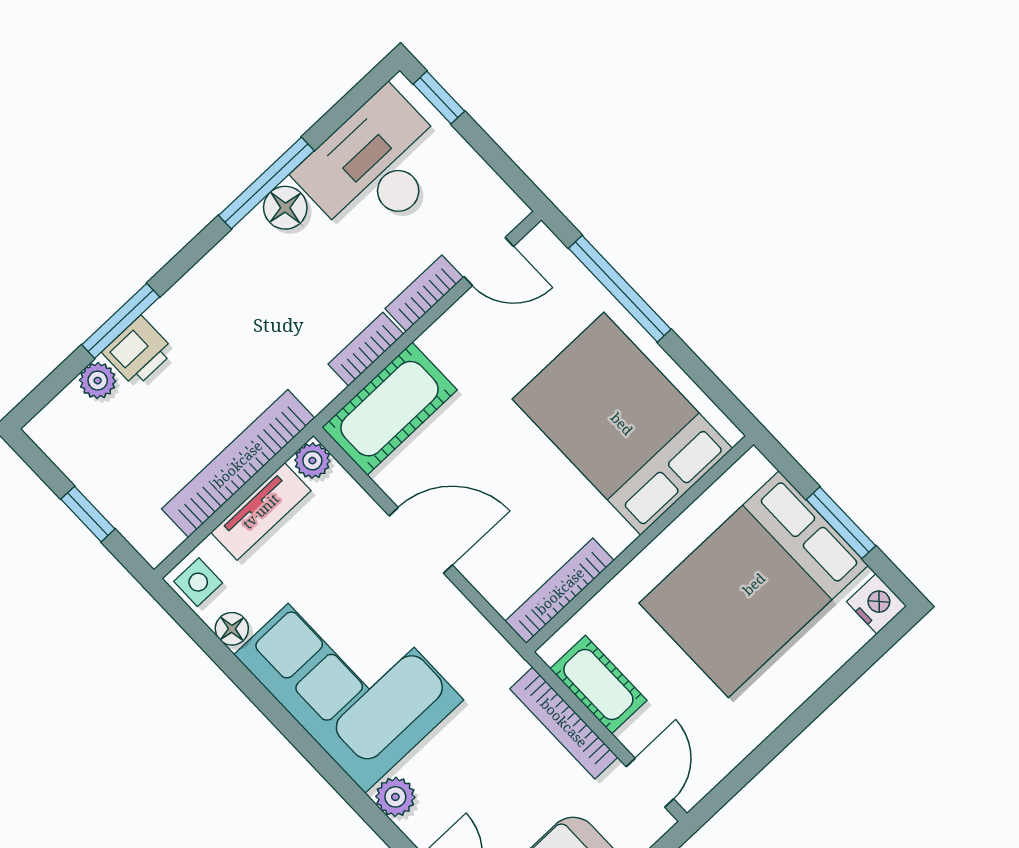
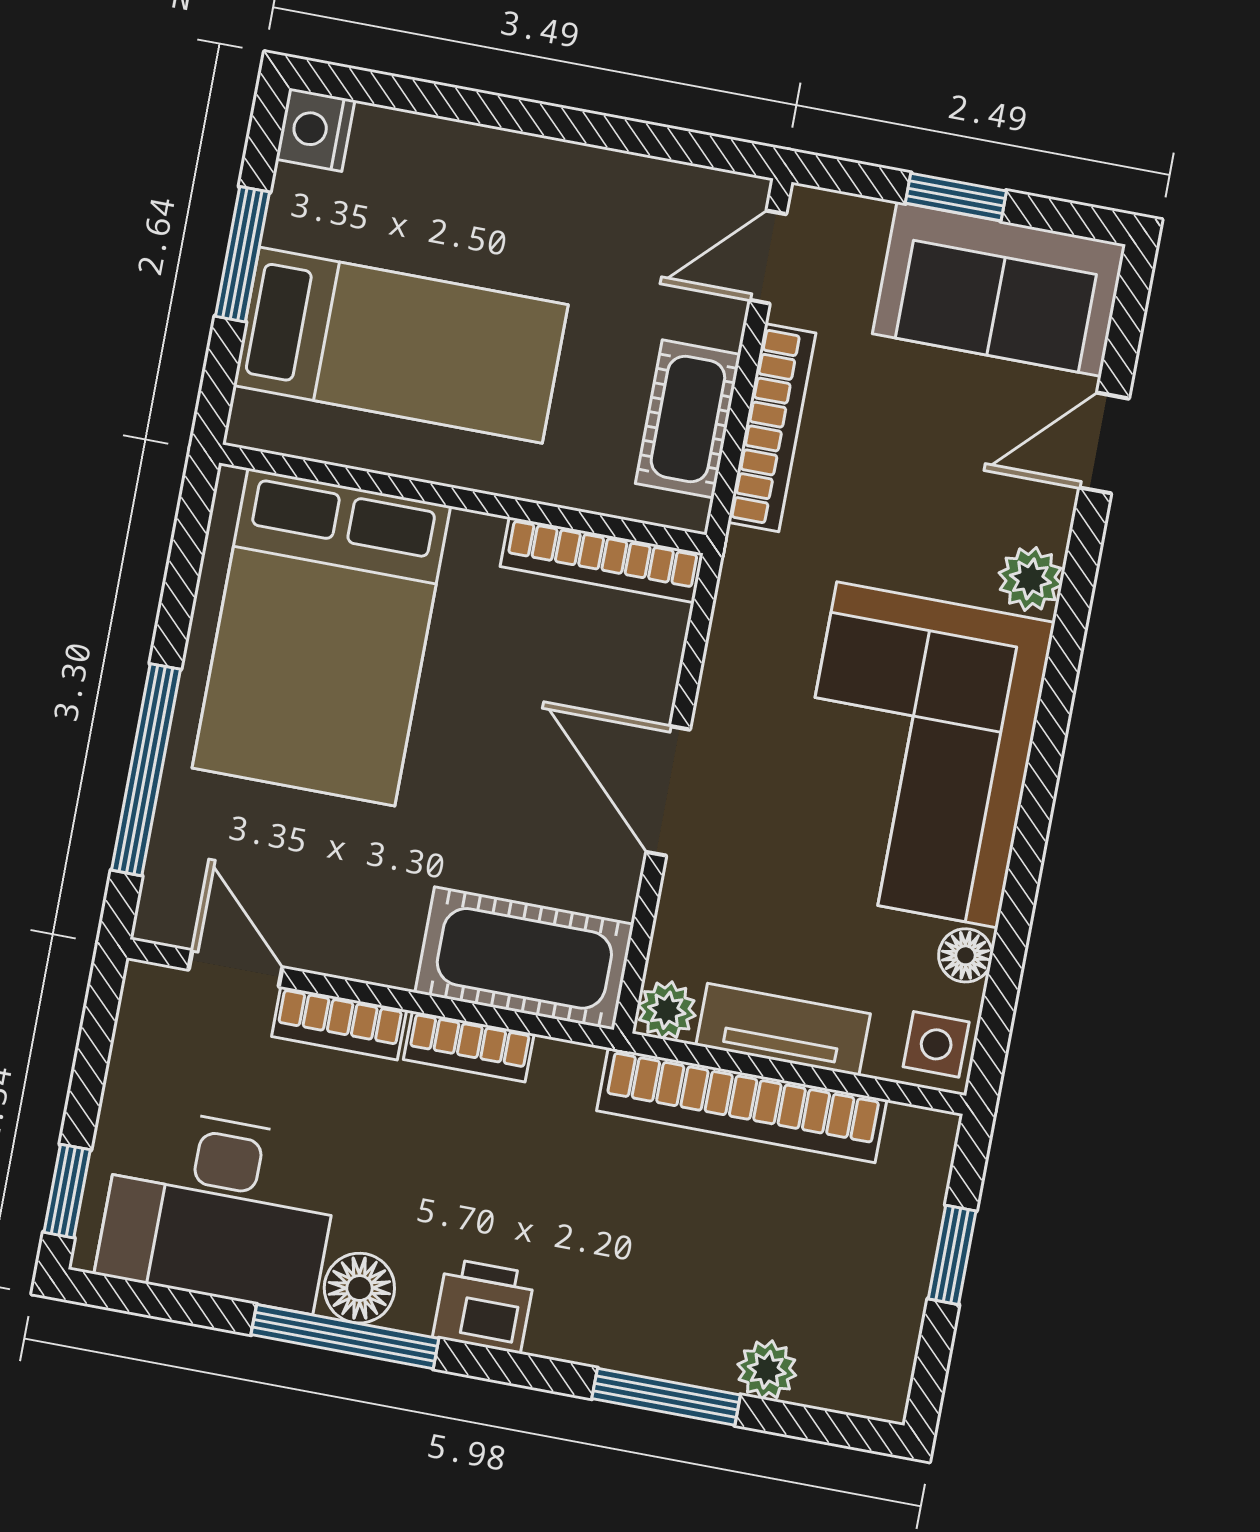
printer: (138, 352) -> (484, 1306), moved
bed: (754, 584) -> (401, 345), width x0.67

